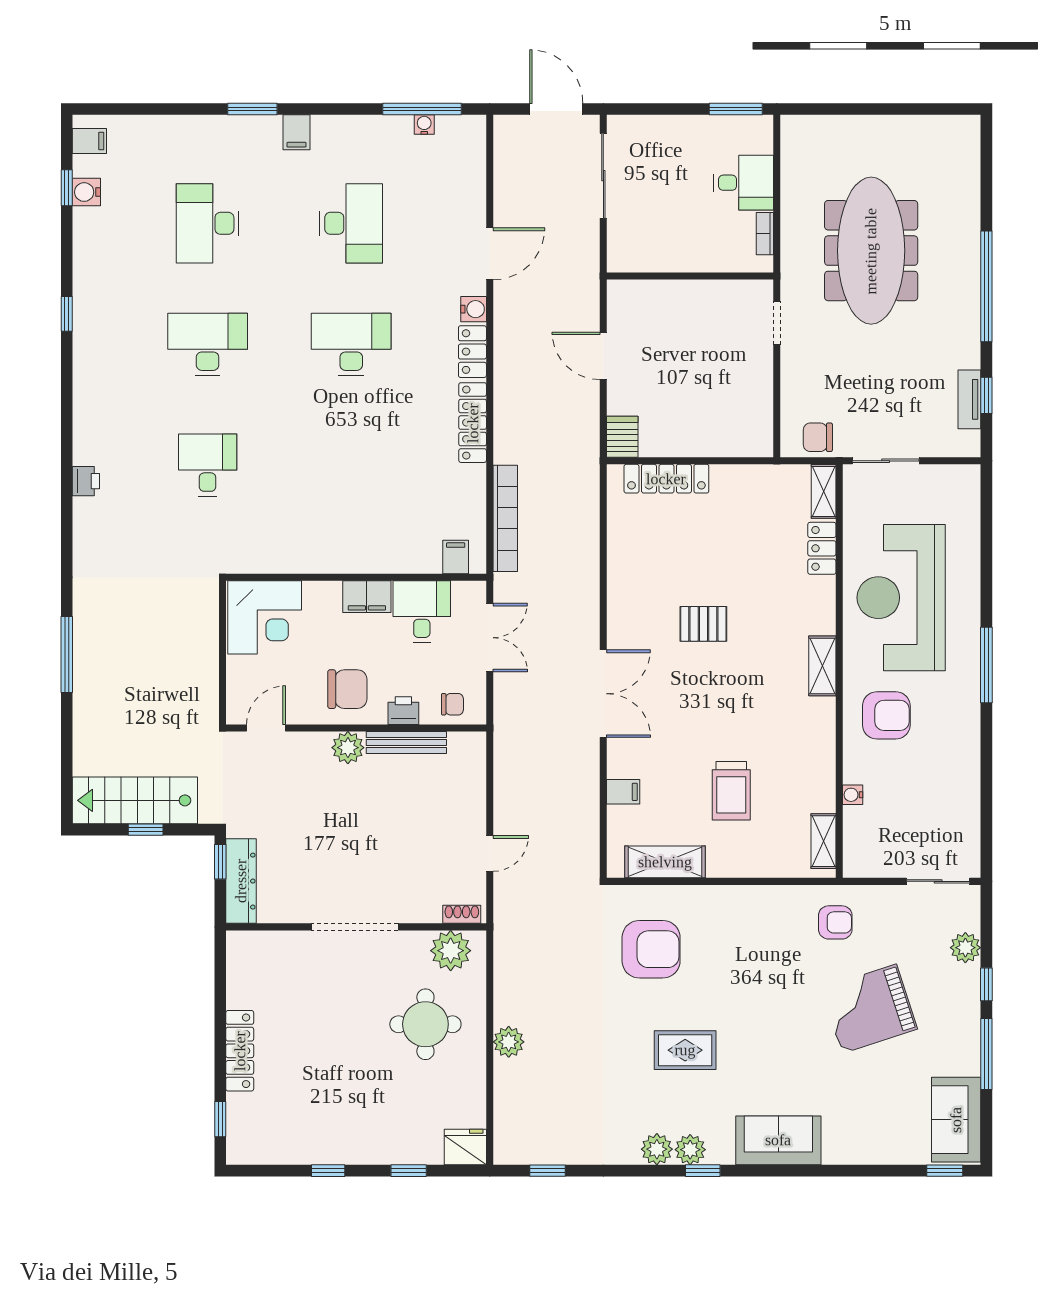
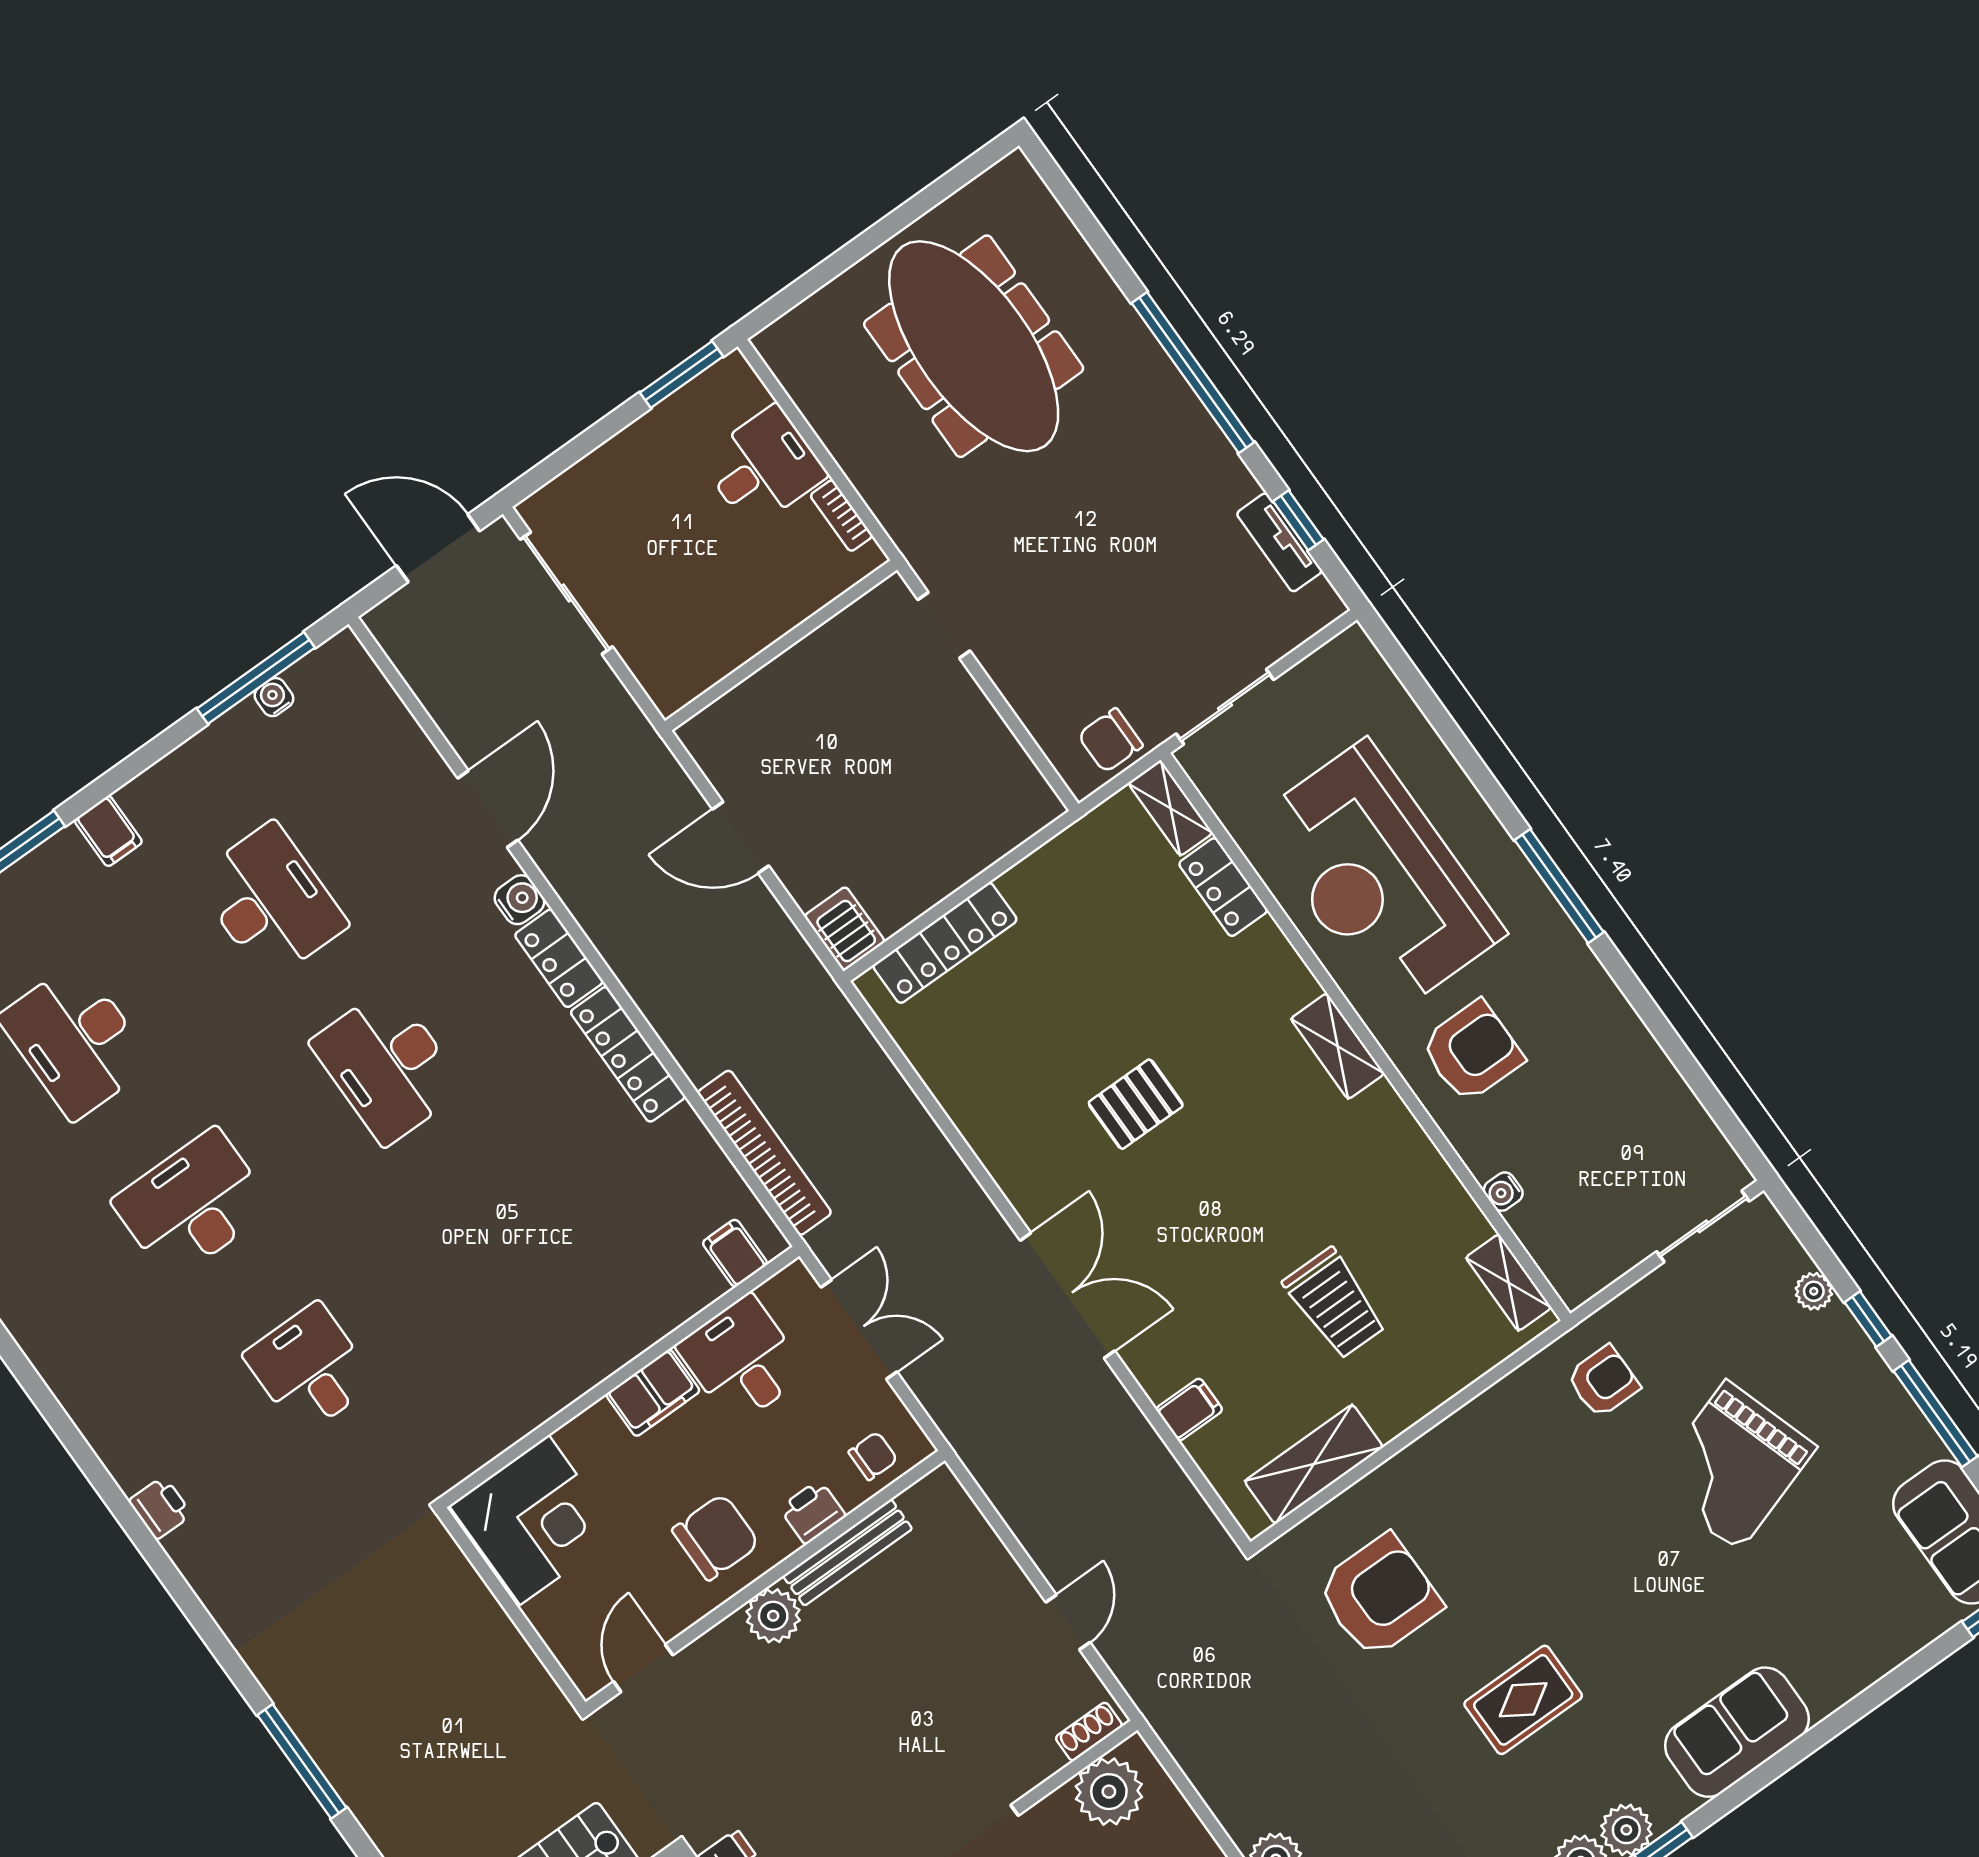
meeting table: (871, 251) -> (974, 346), moved
desk: (351, 344) -> (387, 1066), turned -90
plant: (965, 948) -> (1814, 1291), width x0.73, depth x0.73

